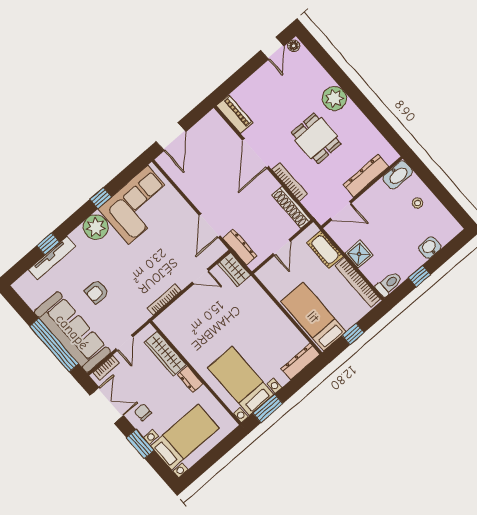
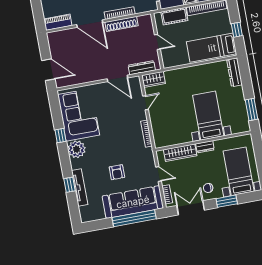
shoe rack: (291, 207) -> (121, 24), moved
bed with nightstands: (241, 381) -> (208, 116), moved, turned 90

